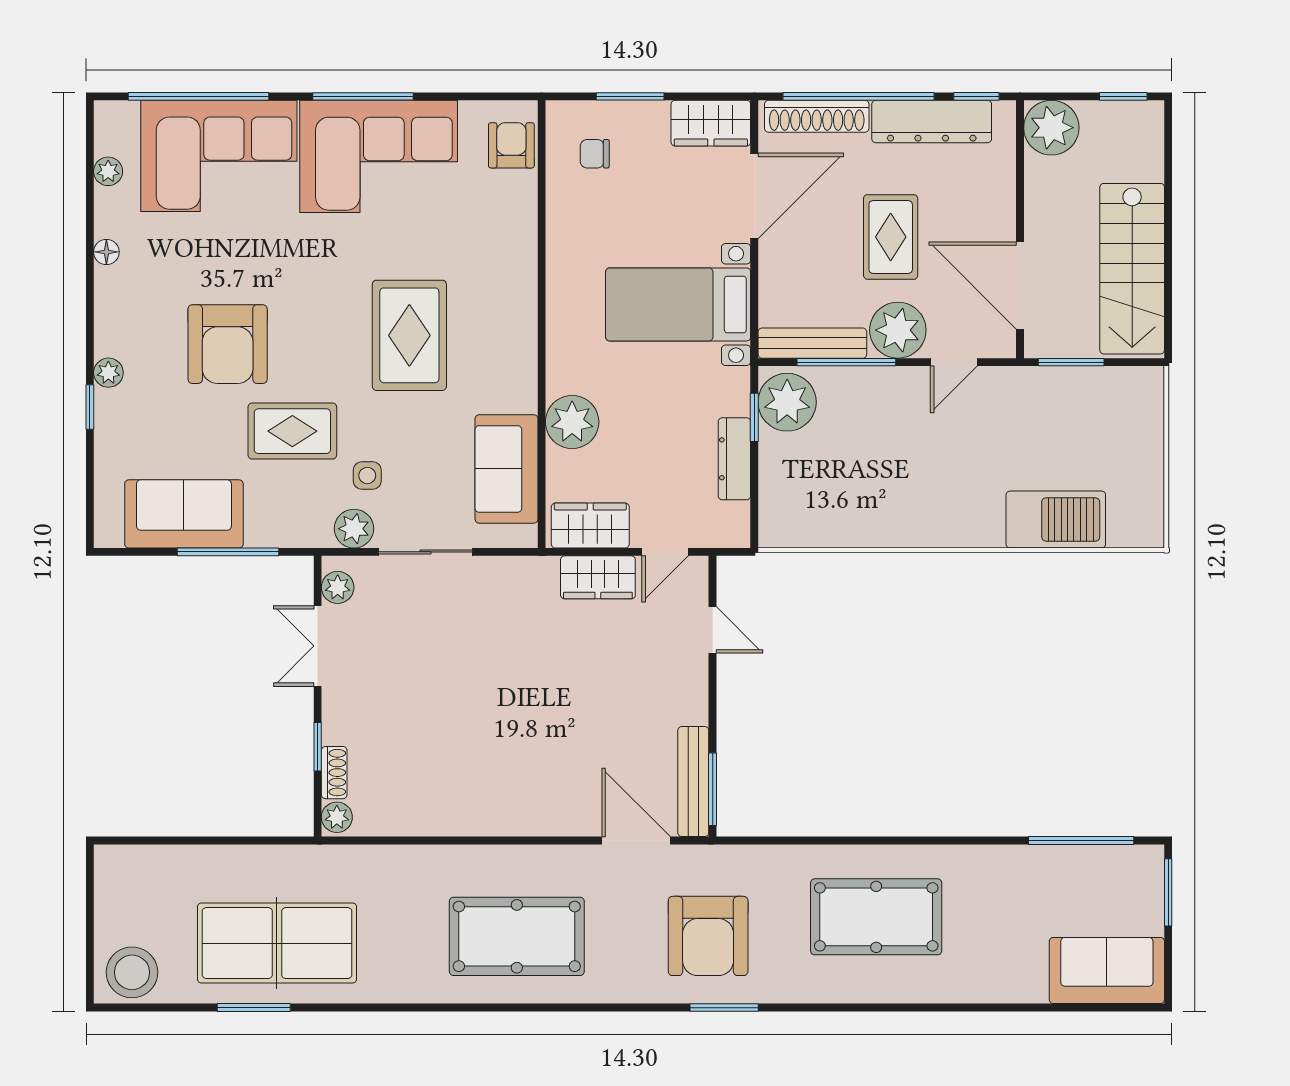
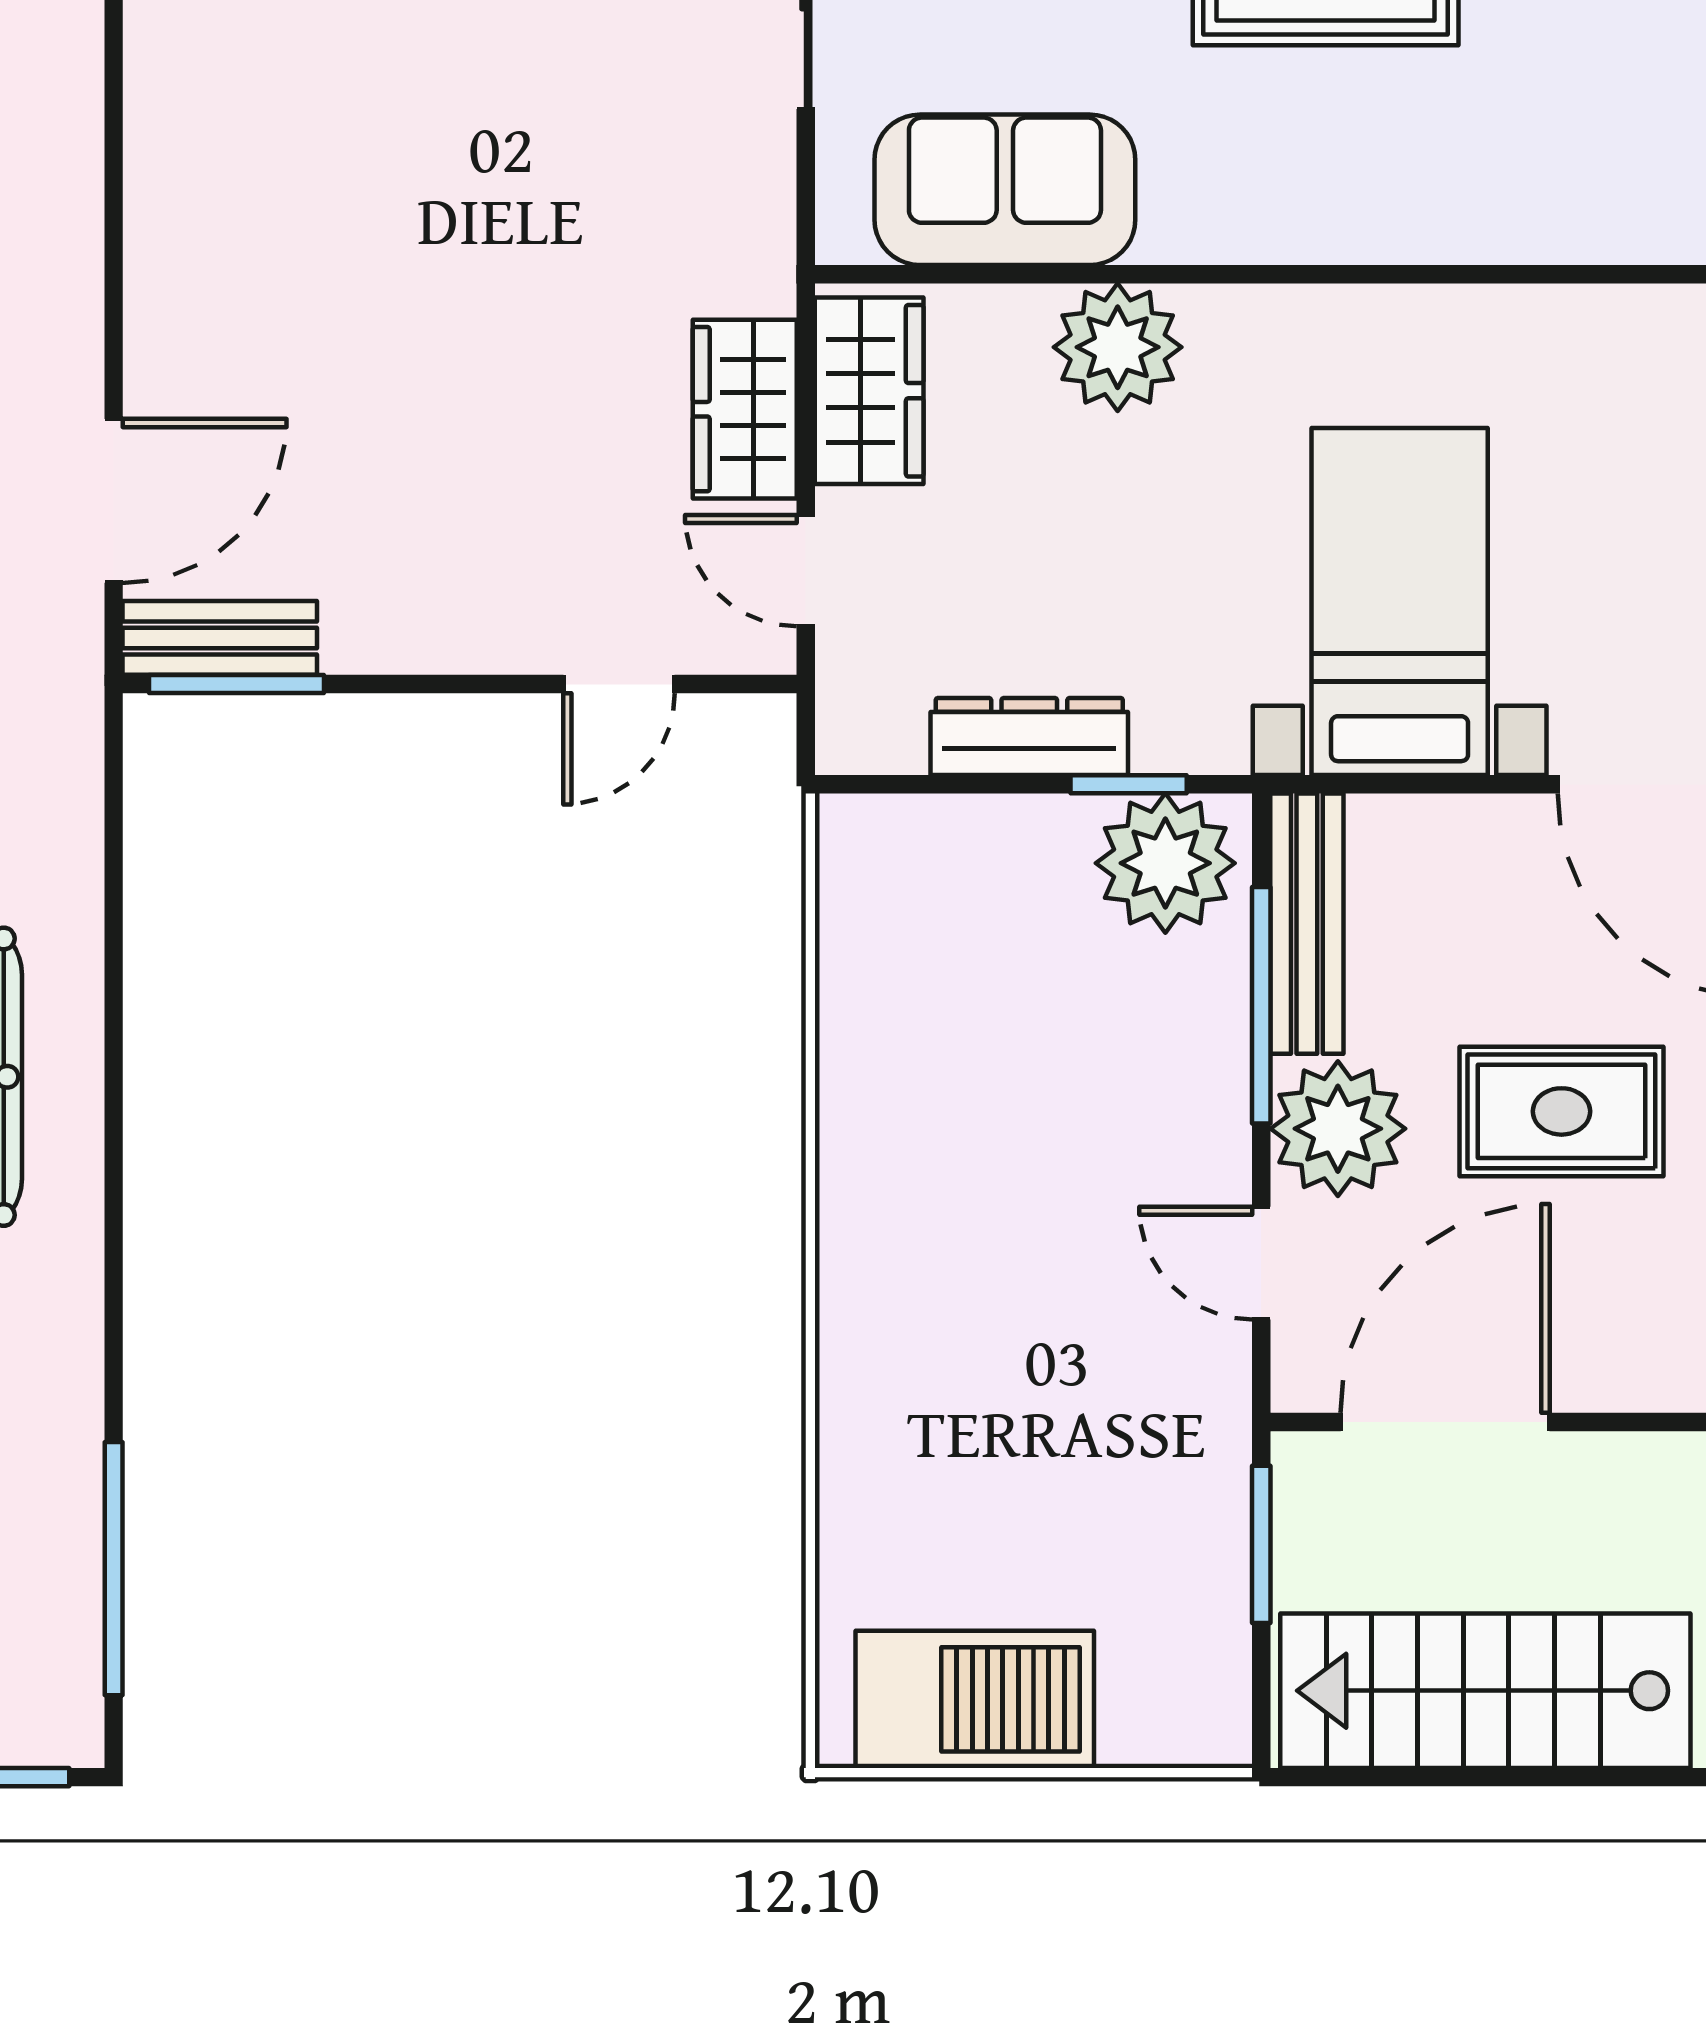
barbecue: (1056, 519) -> (975, 1699), moved, turned -90
bench: (693, 782) -> (220, 638), width x0.73

